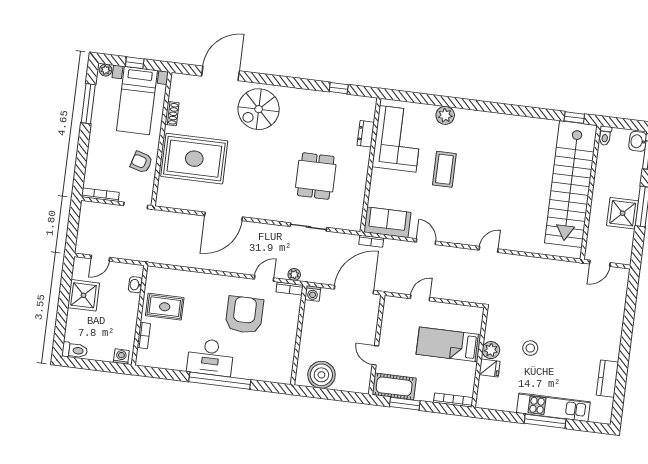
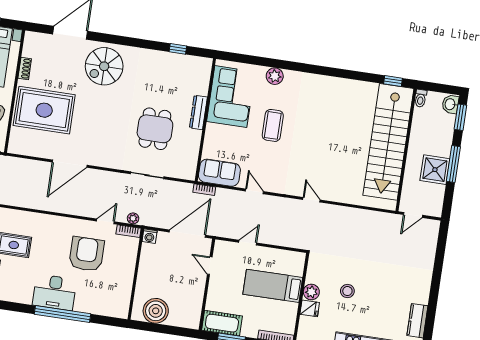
dresser: (366, 134) -> (198, 113), moved, width x1.44
door: (489, 249) -> (311, 200), hinge flipped
door: (375, 355) -> (210, 266), moved

